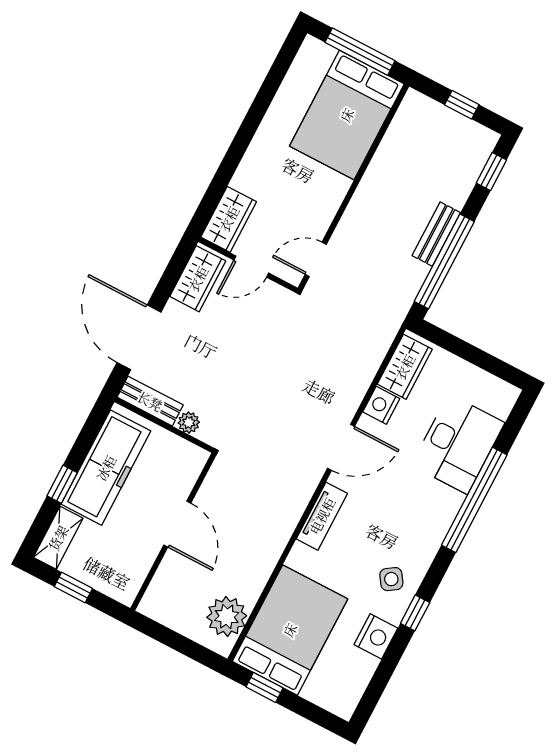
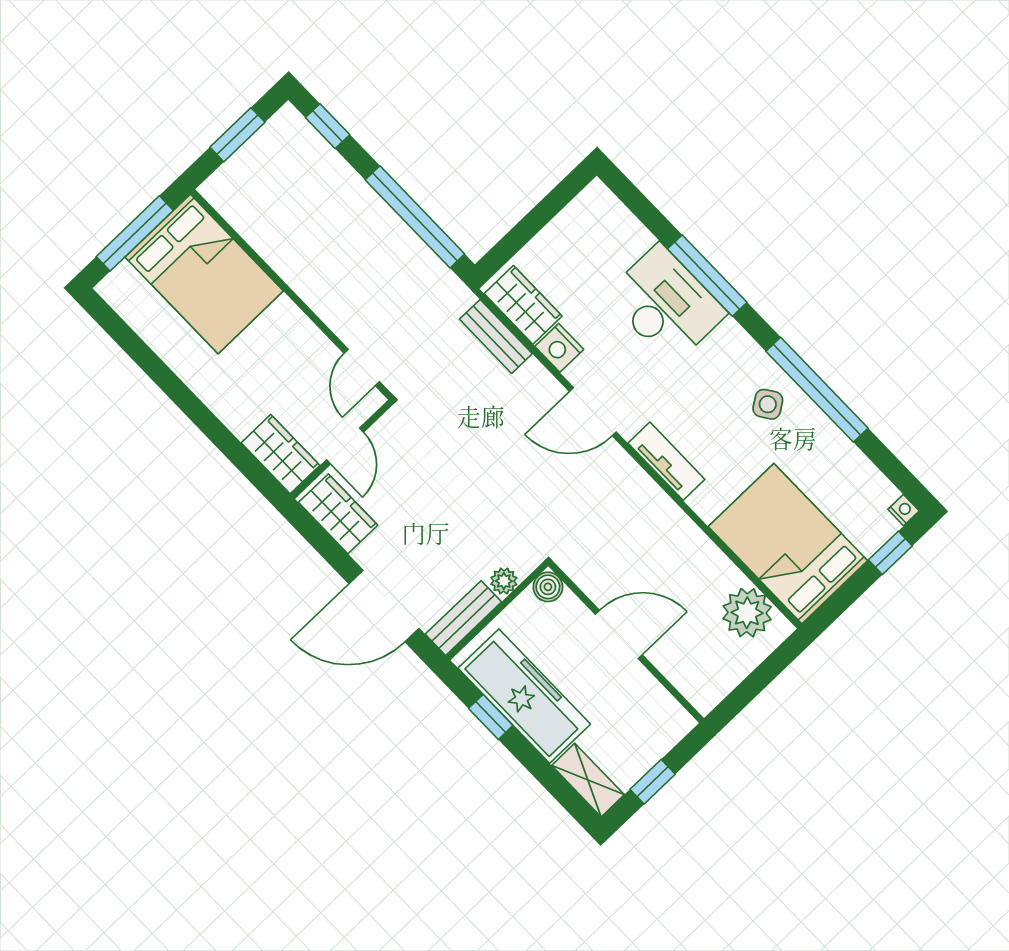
window: (462, 105) -> (237, 135), width x1.50
bench: (436, 234) -> (496, 336), moved
desk: (458, 444) -> (666, 304), moved
door: (341, 447) -> (593, 412), swing flipped
boiler: (196, 458) -> (548, 587), added
window: (62, 484) -> (491, 717), moved
window: (474, 500) -> (707, 276), width x0.68
window: (415, 613) -> (817, 390), width x3.17
nightstand: (376, 636) -> (904, 510), moved, width x0.53, depth x0.56
window: (264, 687) -> (890, 553), moved

